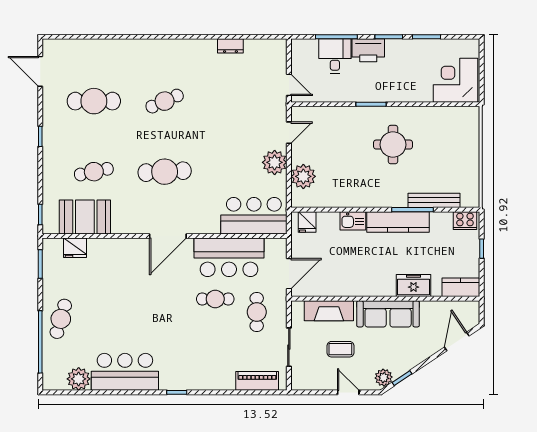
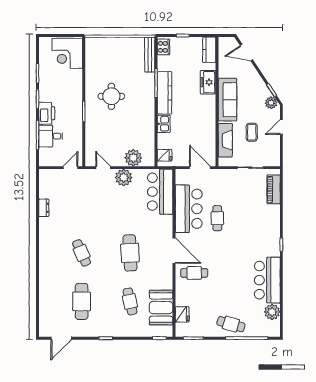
bench: (434, 200) -> (150, 55), moved
cafe table: (257, 312) -> (194, 273), moved

